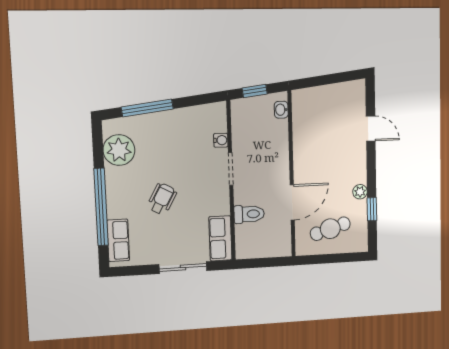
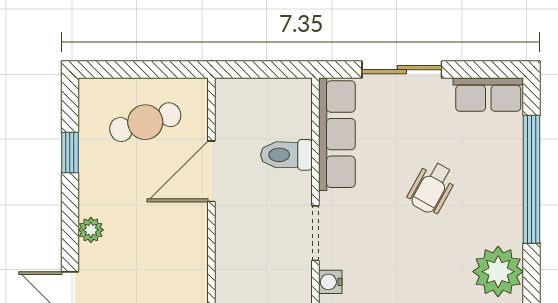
plant: (360, 192) -> (91, 230), moved
row of seats: (220, 238) -> (337, 134), width x1.48
row of seats: (118, 240) -> (488, 95), moved, turned -90

